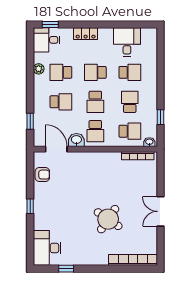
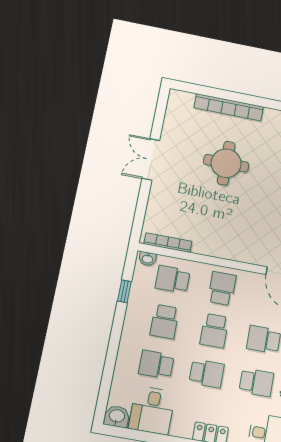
school desk: (95, 102) -> (214, 331), turned 180
washbasin: (76, 140) -> (117, 416), moved, turned 180
double door: (160, 211) -> (151, 159), swing flipped
round table: (108, 219) -> (226, 163), turned -34
bookcase: (133, 260) -> (229, 107), moved

